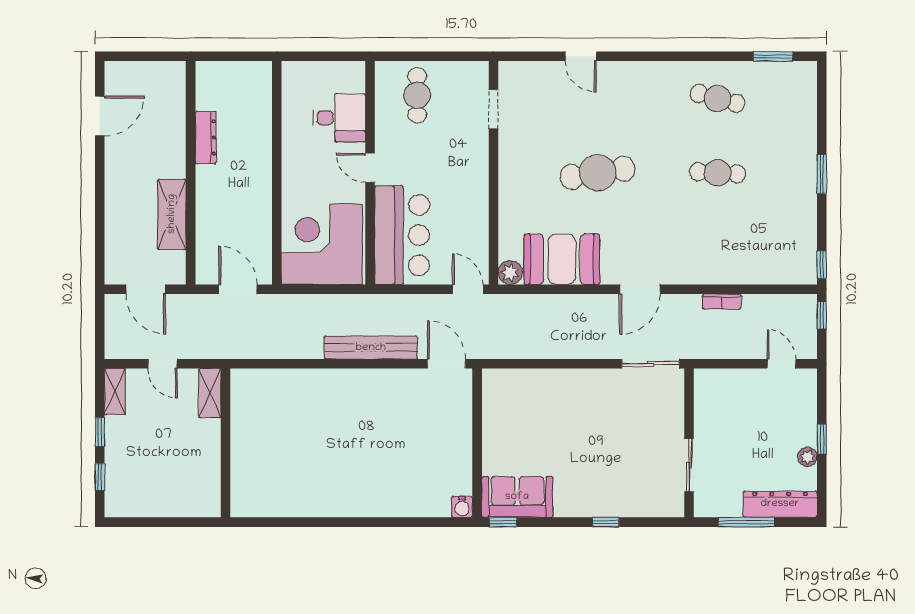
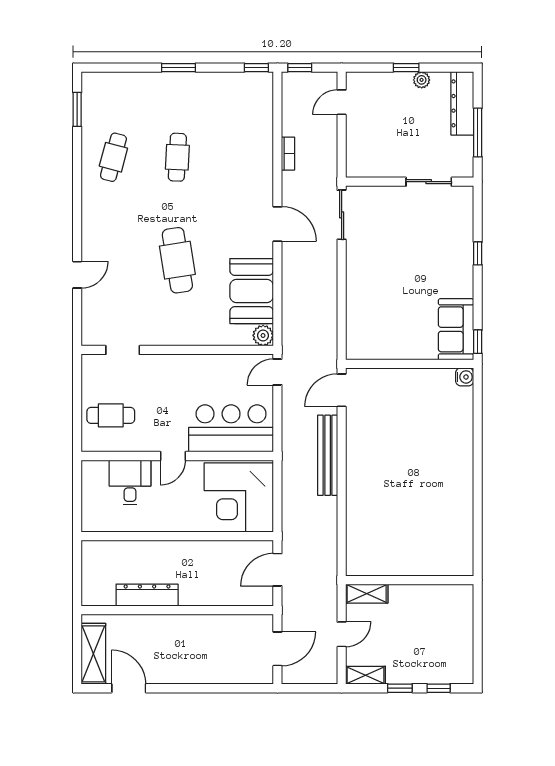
dresser: (206, 138) -> (147, 595), width x1.37, depth x1.24
shelving: (172, 214) -> (93, 654), moved, turned 90

